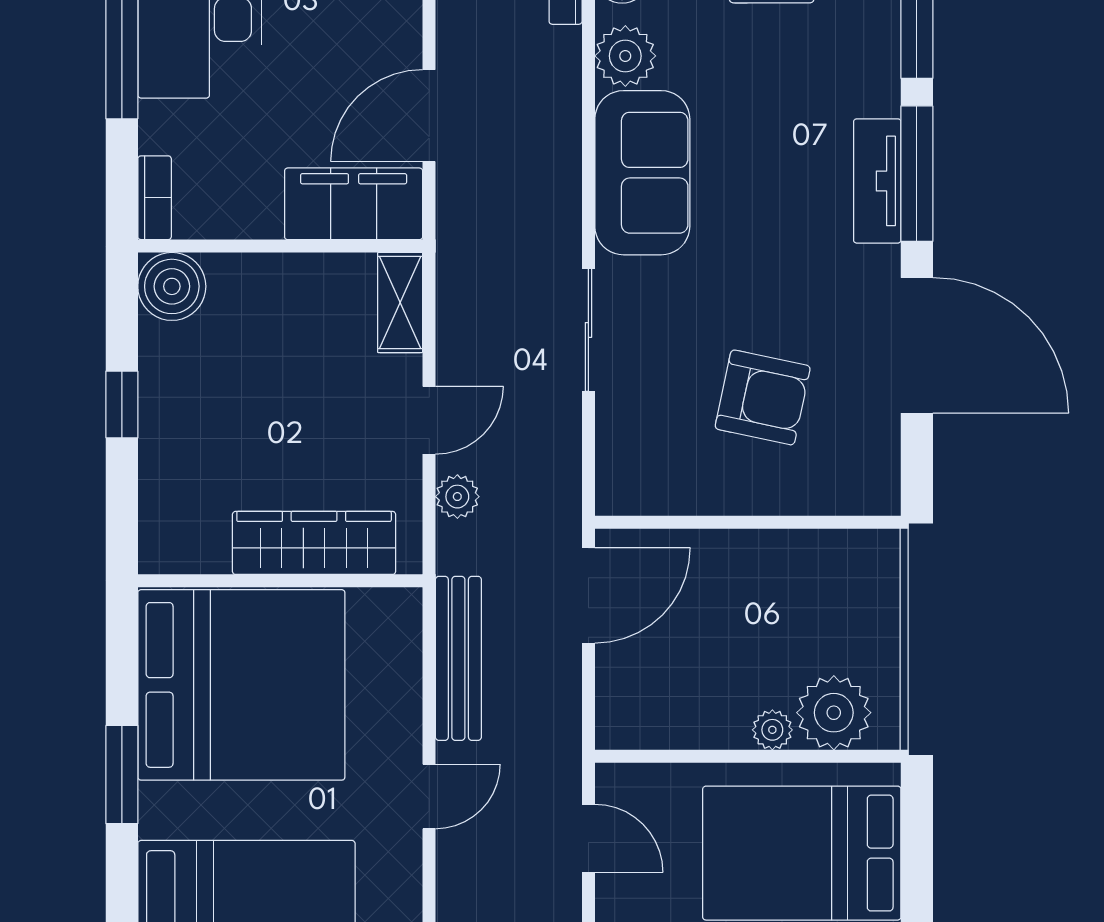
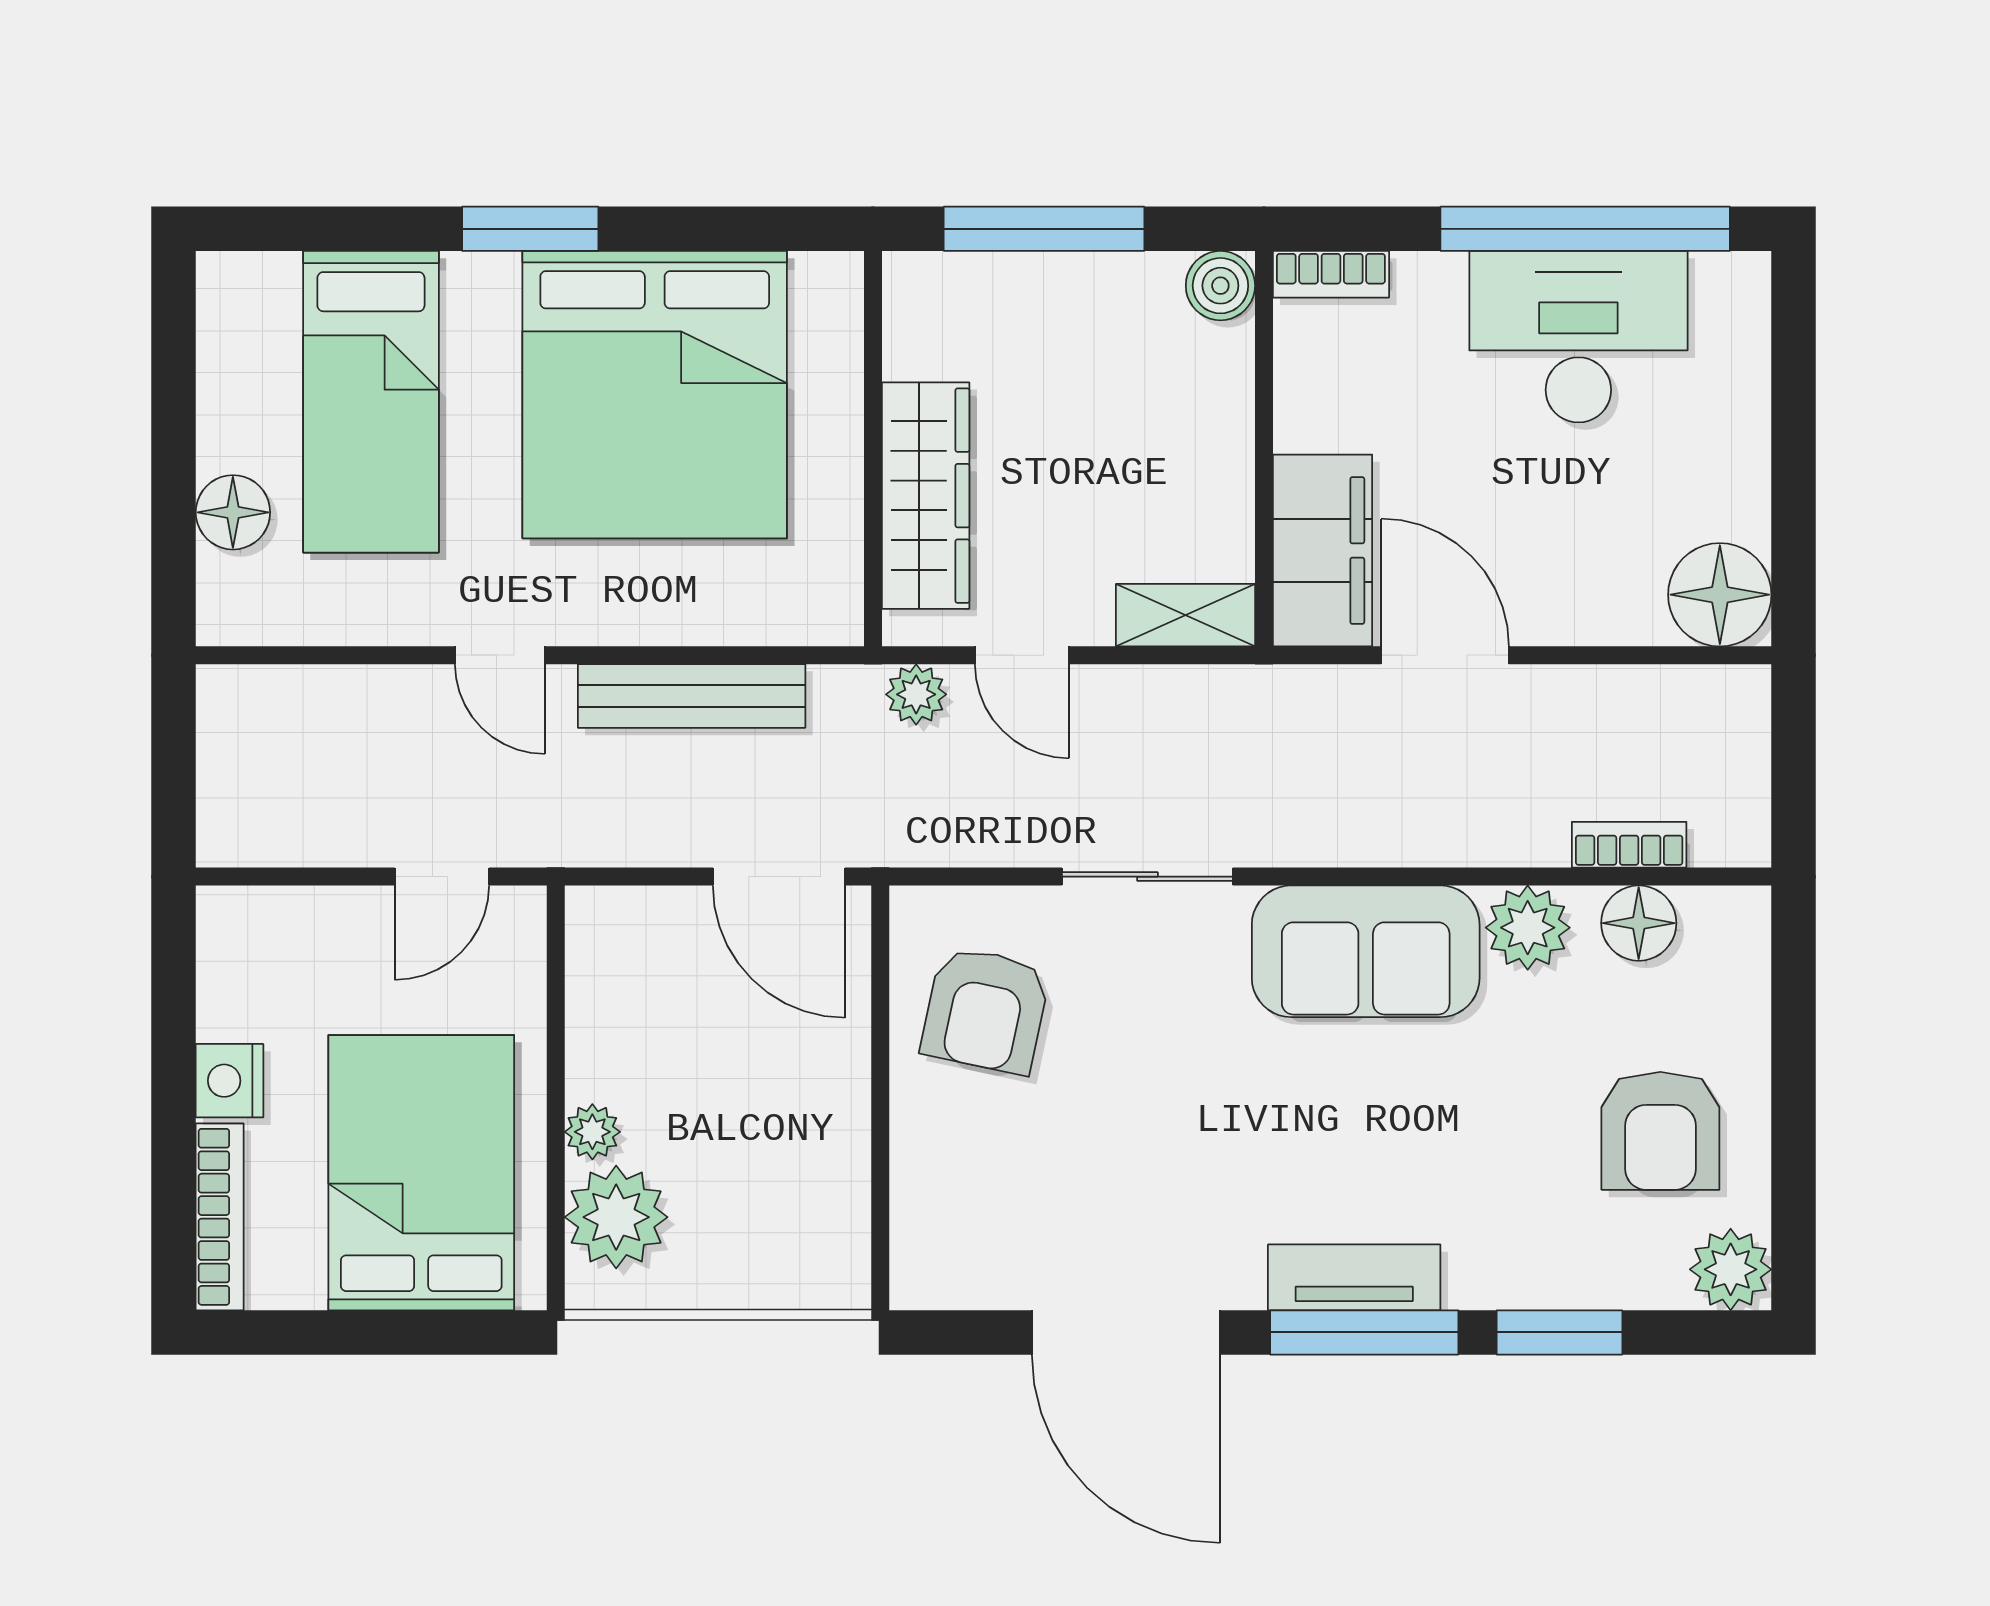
boiler: (172, 286) -> (1220, 286), width x0.73, depth x0.73
door: (917, 345) -> (1126, 1332), hinge flipped
armchair: (763, 397) -> (986, 1010), moved
window: (122, 404) -> (1044, 229), width x2.17
wardrobe: (314, 543) -> (926, 496), moved
wall: (280, 581) -> (873, 449), moved

